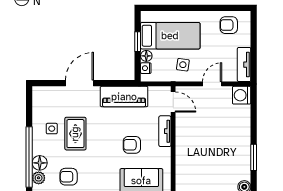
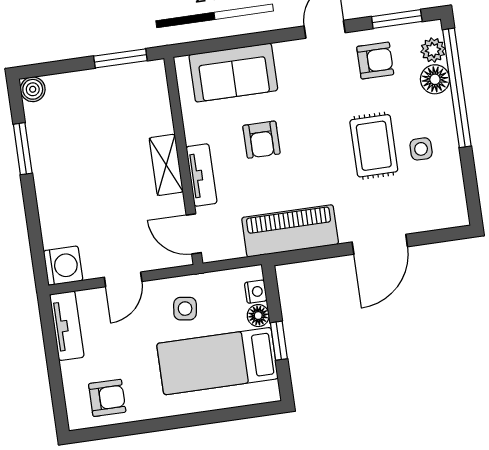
shelving: (182, 139) -> (166, 165), added
armchair: (132, 145) -> (261, 140), turned 90

